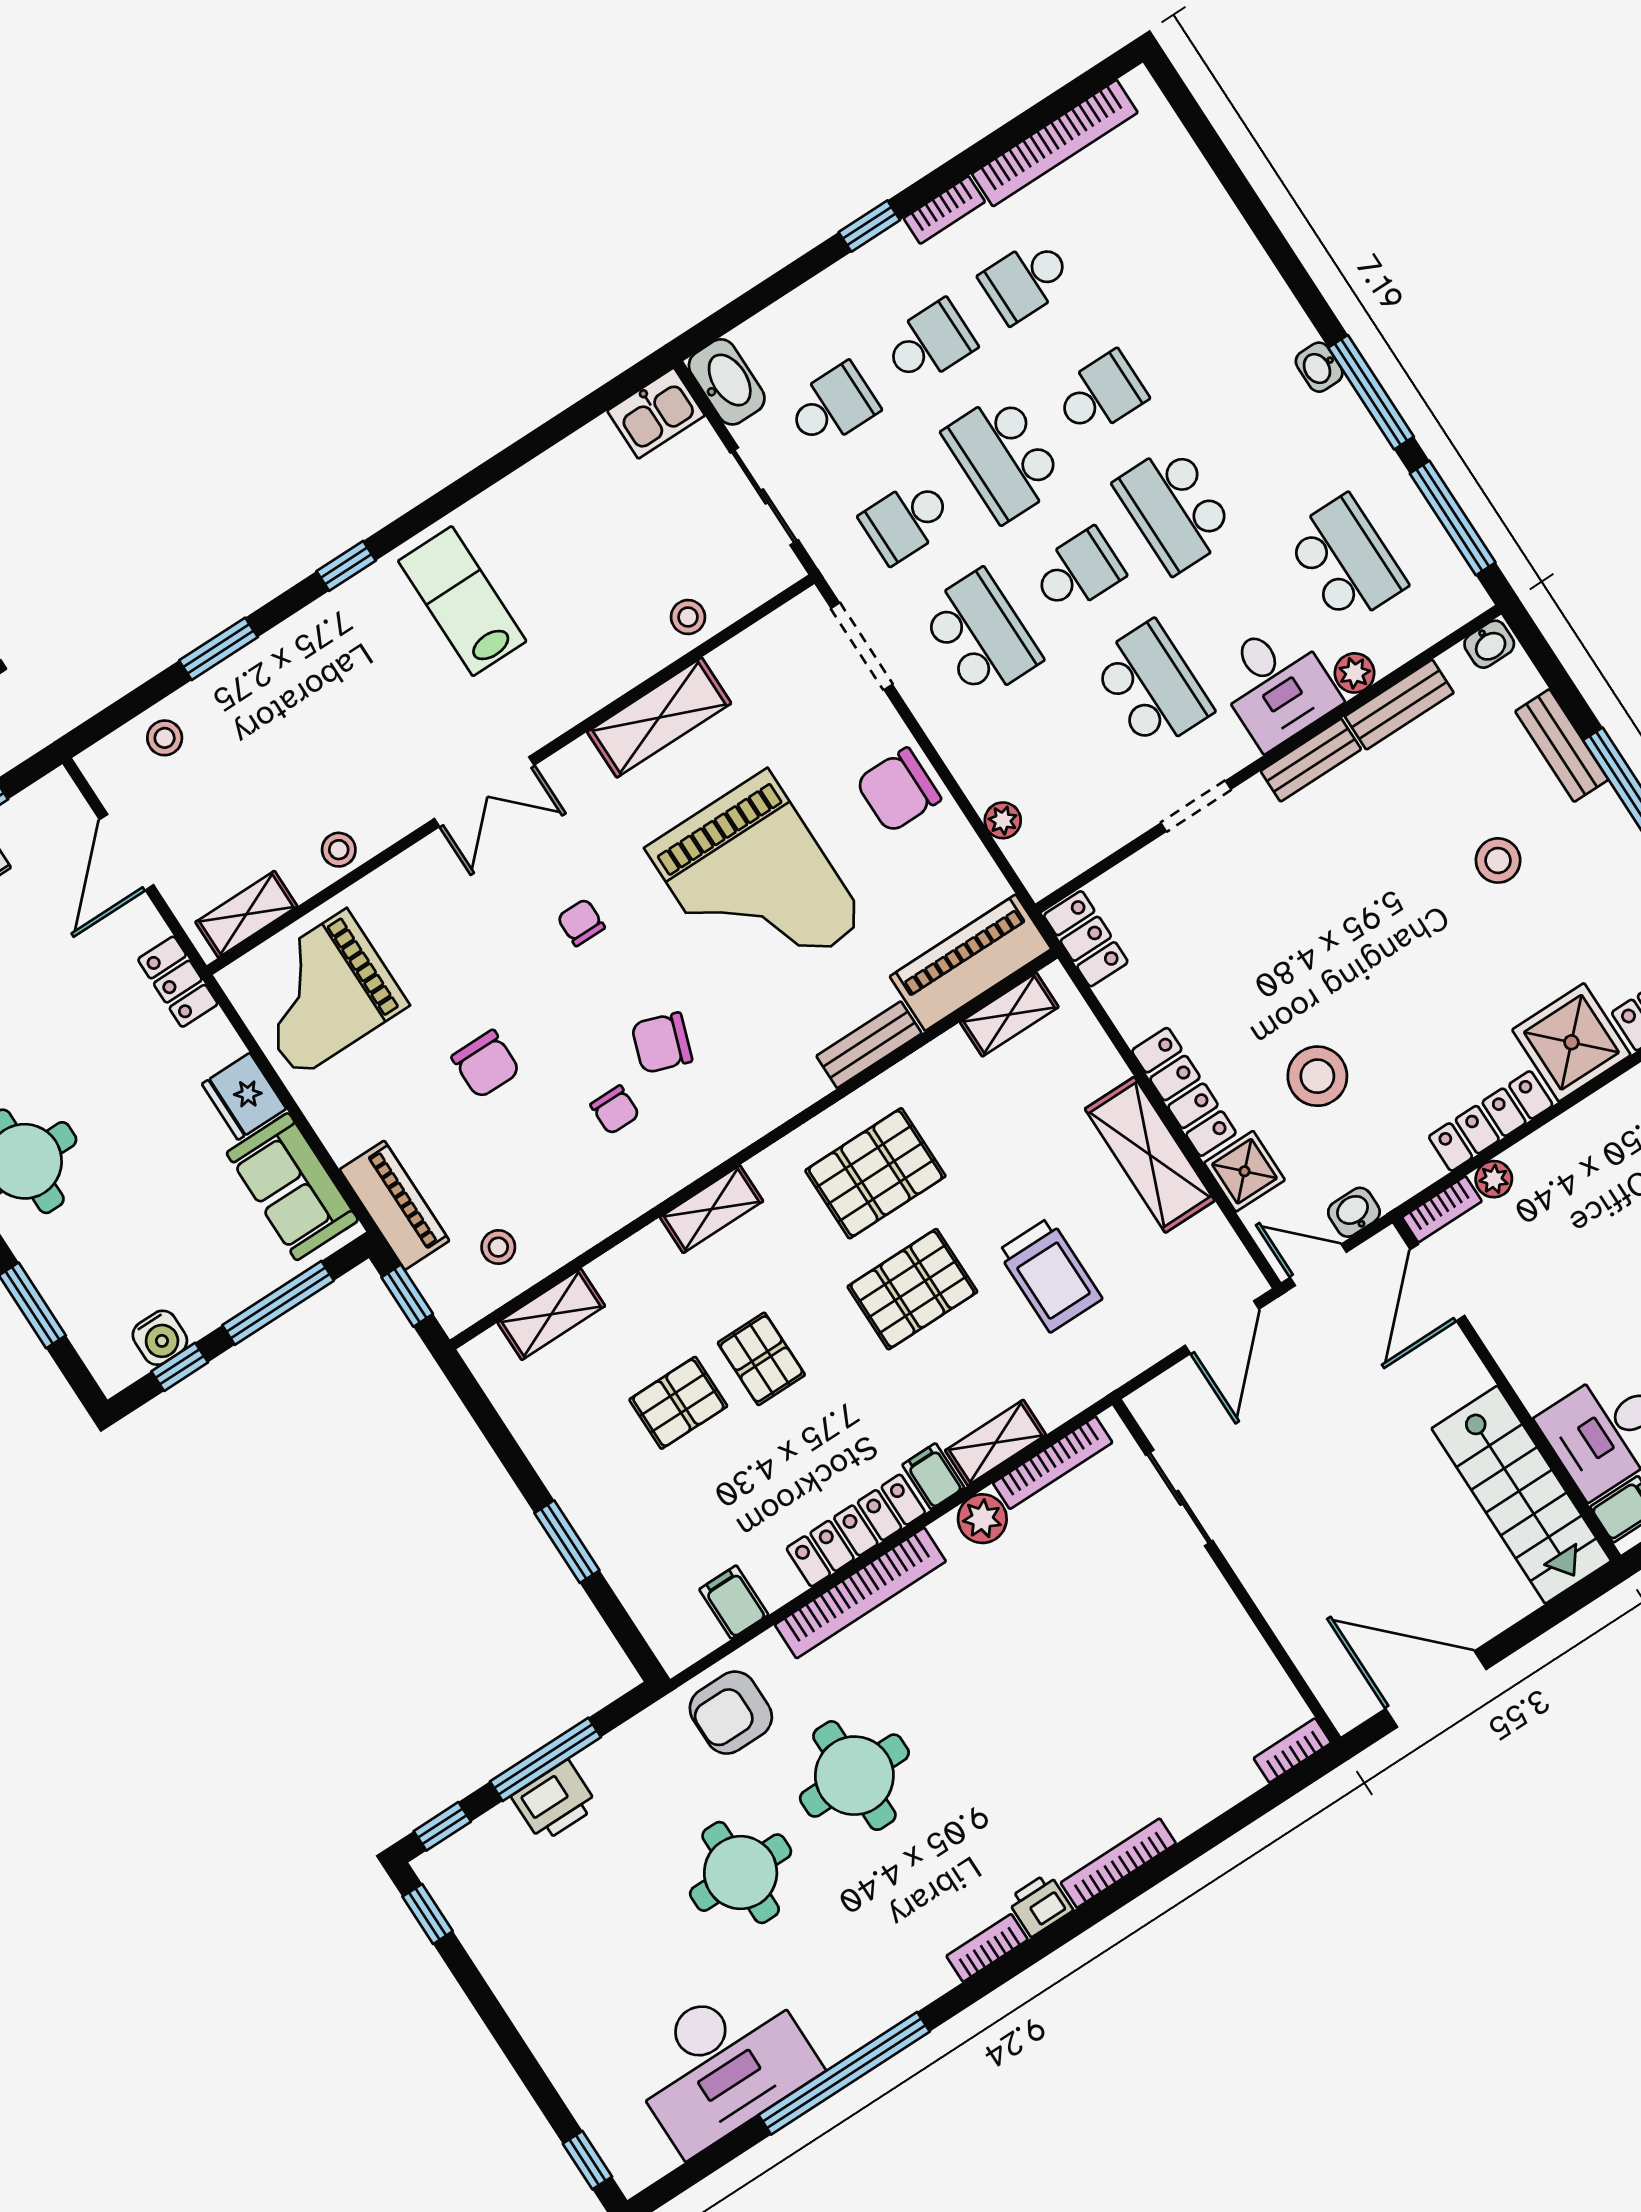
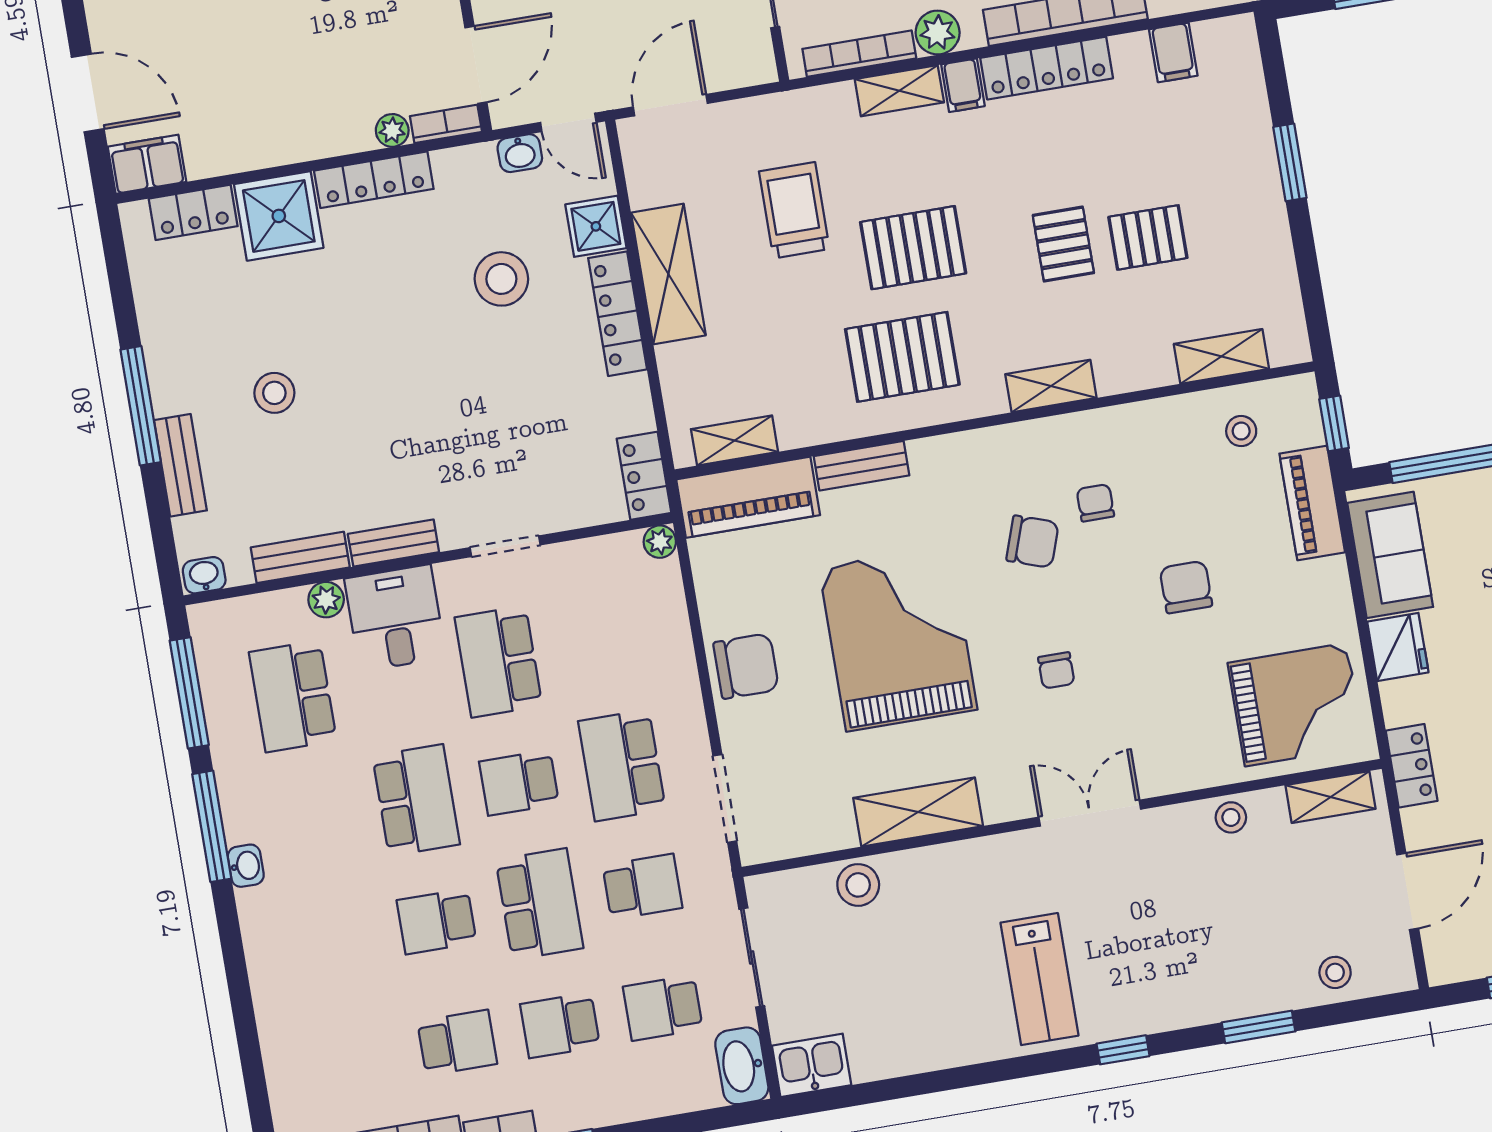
stool: (688, 617) -> (858, 885), width x1.37, depth x1.37
plant: (1003, 820) -> (660, 542), moved

